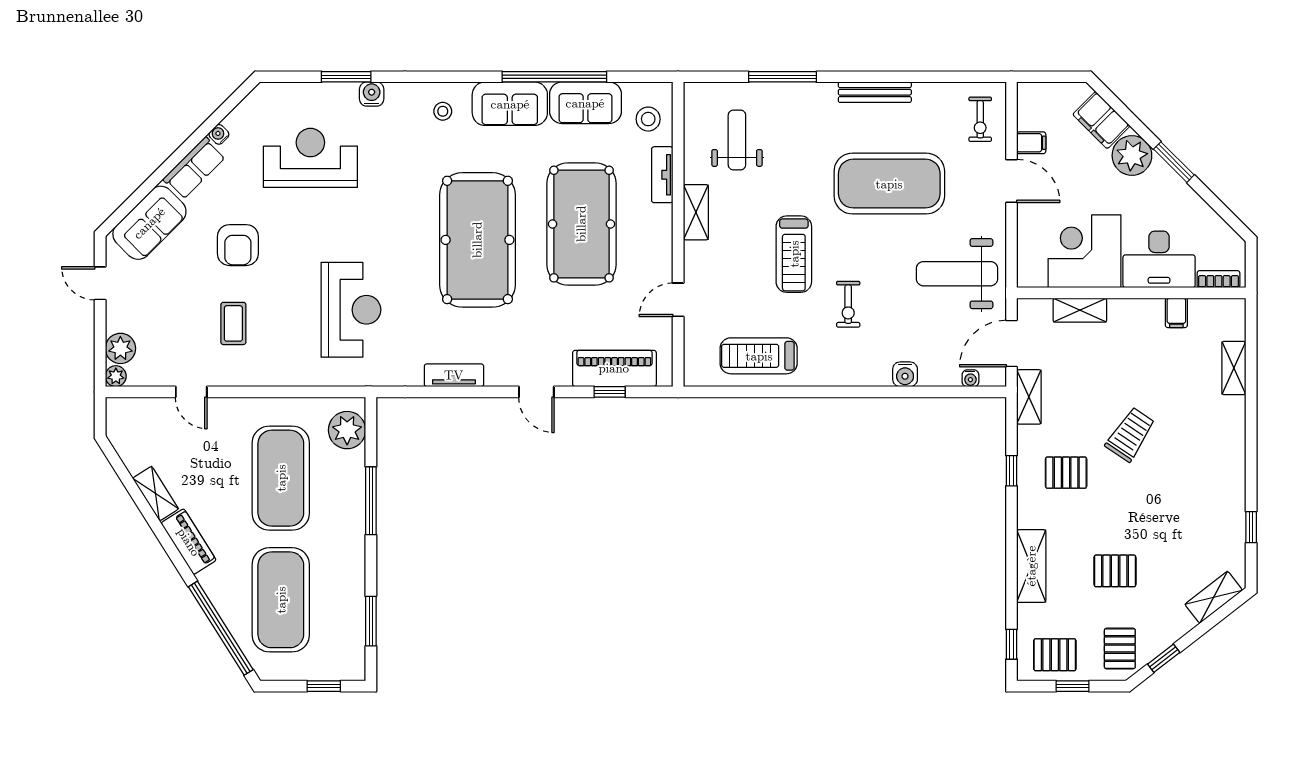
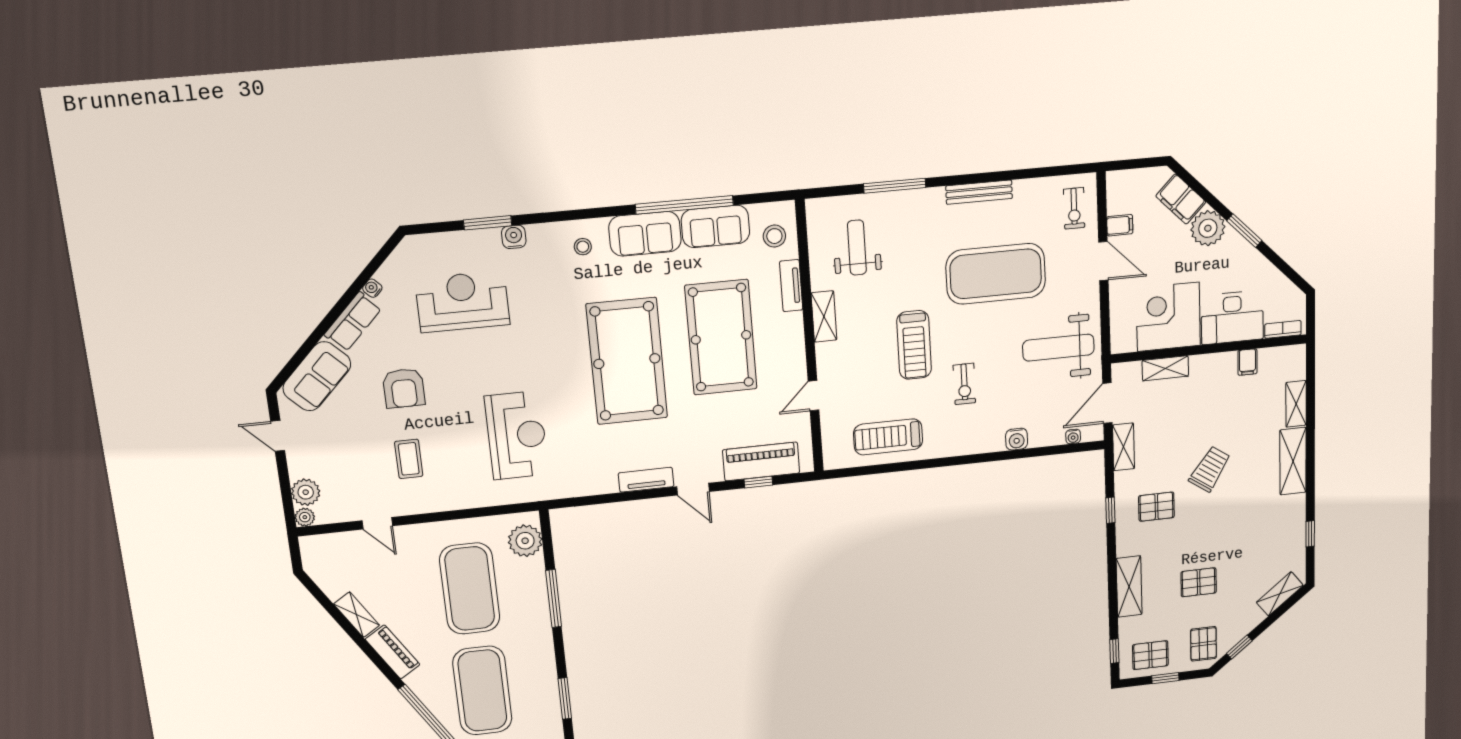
tv unit: (454, 375) -> (646, 480), moved
shelving: (1230, 436) -> (1293, 461), added

